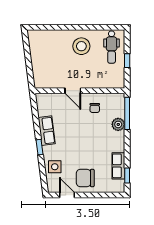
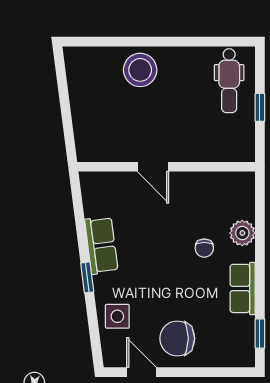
stool: (81, 46) -> (140, 70), moved
chair: (95, 108) -> (204, 248), moved
window: (127, 113) -> (260, 211), removed
row of seats: (118, 166) -> (243, 288), moved

